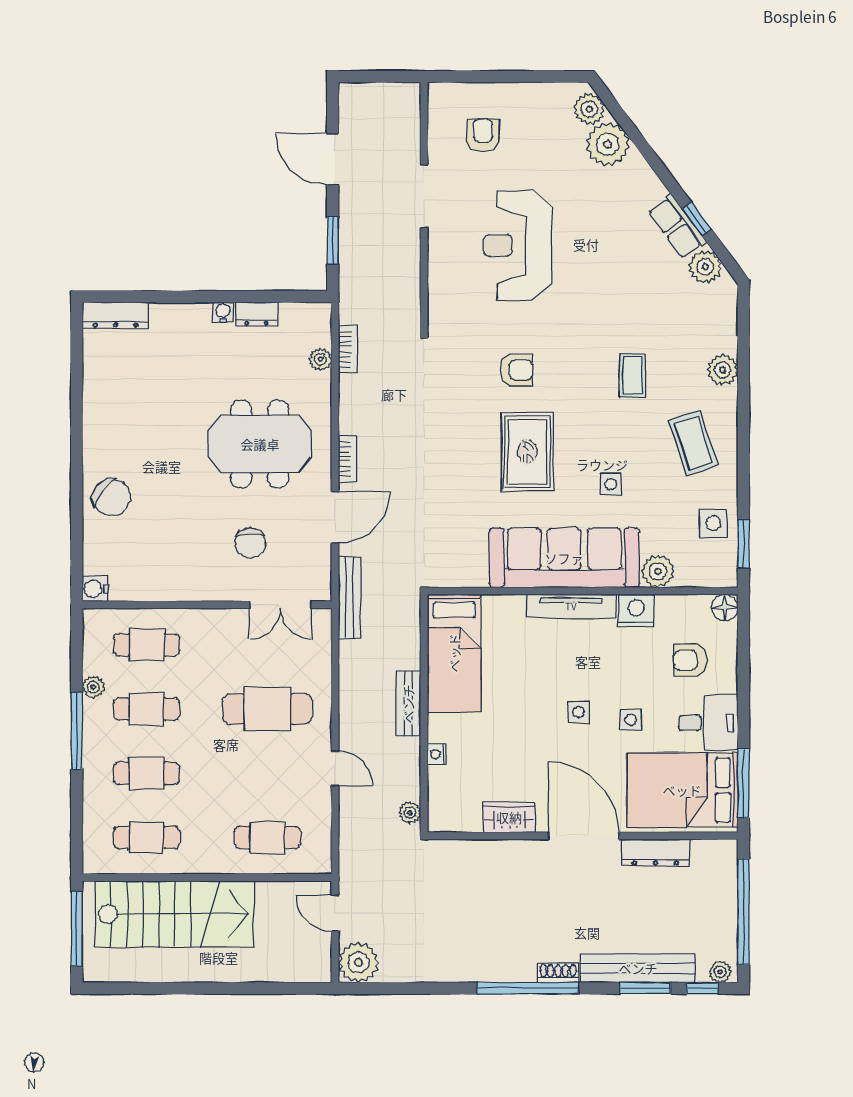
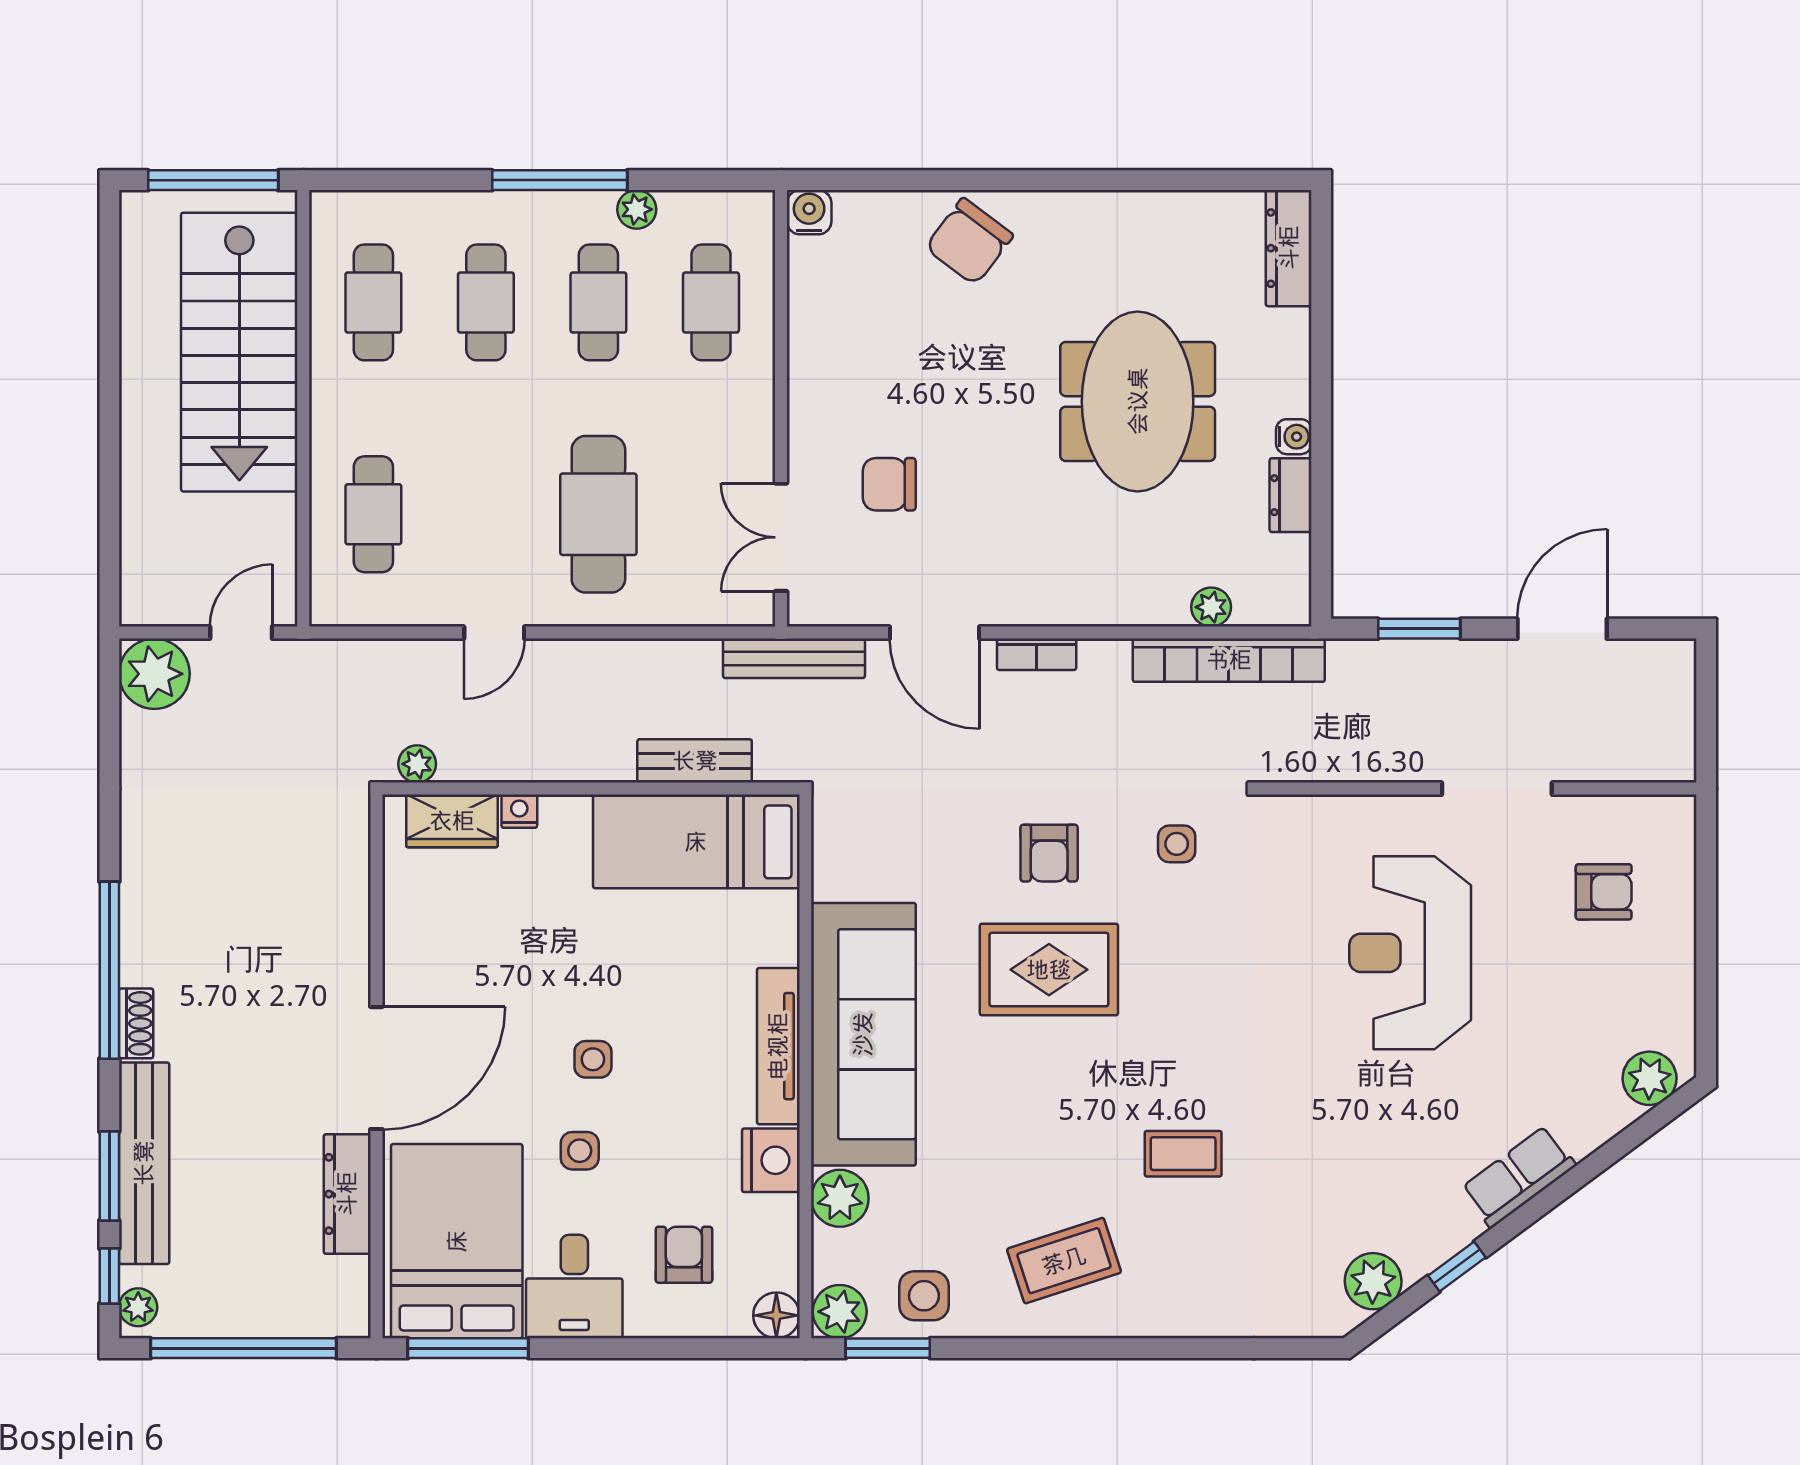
plant: (608, 144) -> (1588, 1110), removed
row of seats: (677, 226) -> (1519, 1177), moved
reception desk: (518, 246) -> (1410, 953), turned -90
bookcase: (348, 349) -> (1229, 660), width x2.31, depth x1.31
armchair: (516, 370) -> (1049, 853), moved
plant: (723, 370) -> (840, 1312), moved
meeting table: (260, 444) -> (1138, 401), moved
side table: (611, 484) -> (1177, 844), moved
bench: (408, 704) -> (695, 761), moved
wardrobe: (509, 817) -> (452, 821), moved, turned 90

